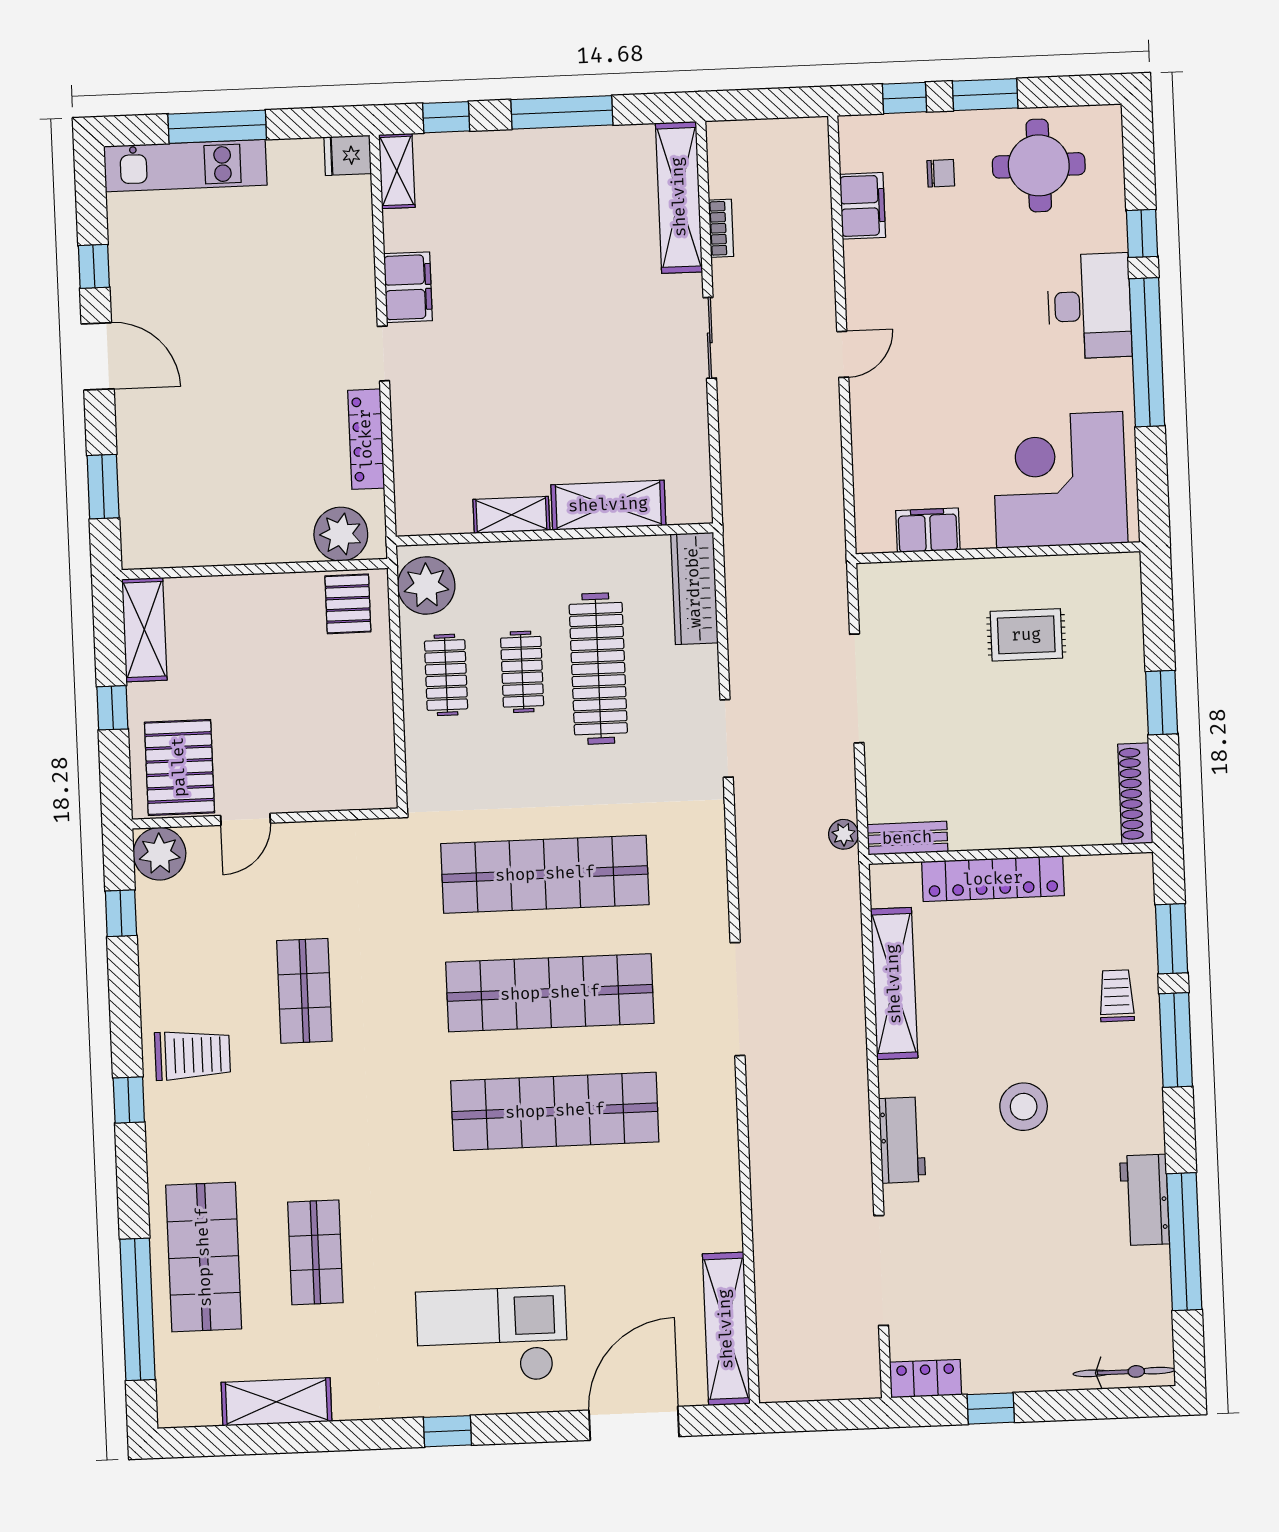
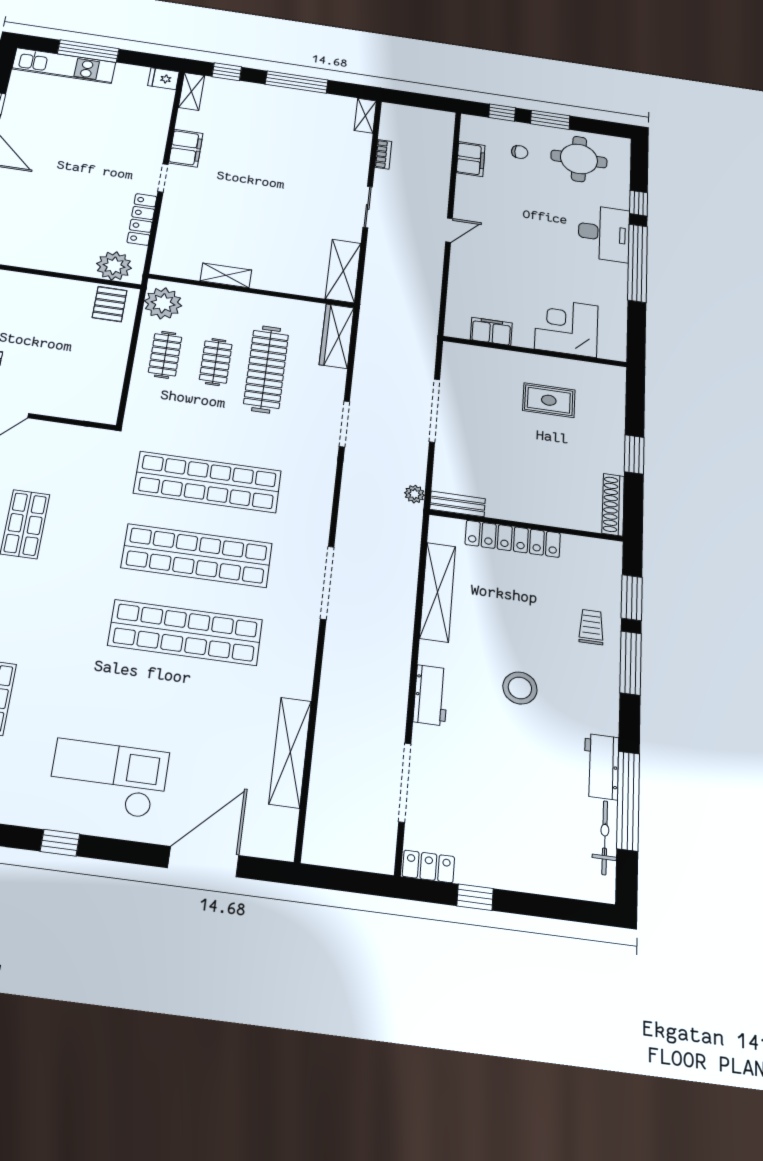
shelving: (679, 197) -> (365, 116), width x0.45, depth x0.75
corner desk: (1060, 480) -> (566, 327), width x0.74, depth x0.74
shelving: (608, 505) -> (343, 271), moved, turned 90
shelving: (726, 1329) -> (290, 752), moved
bicycle: (1124, 1372) -> (605, 838), moved, turned -90

